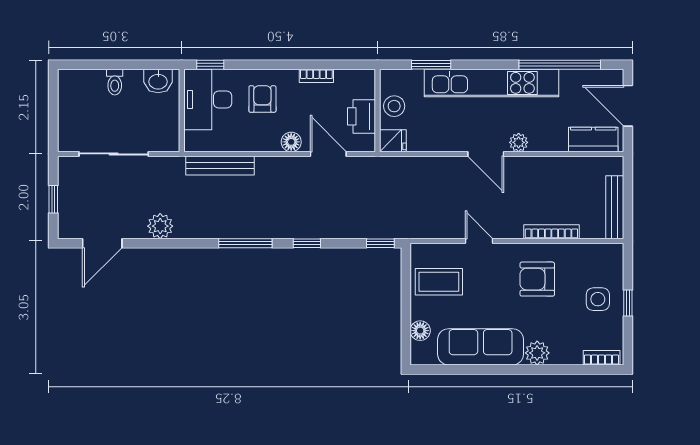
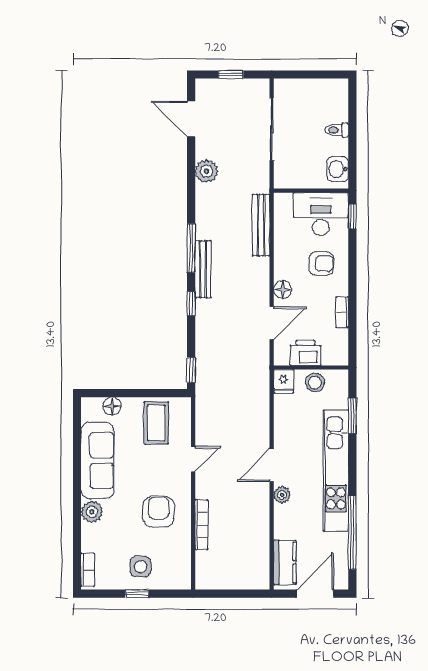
bench: (615, 207) -> (203, 269), moved, turned 90

